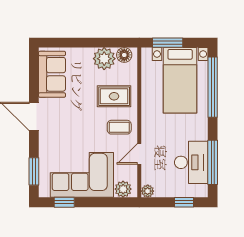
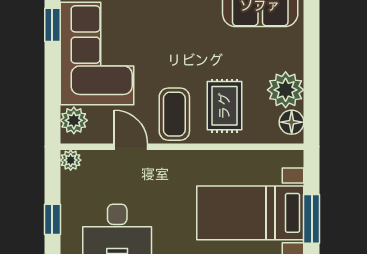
window: (168, 43) -> (312, 219), moved
coffee table: (119, 127) -> (174, 114), width x1.36, depth x1.30

